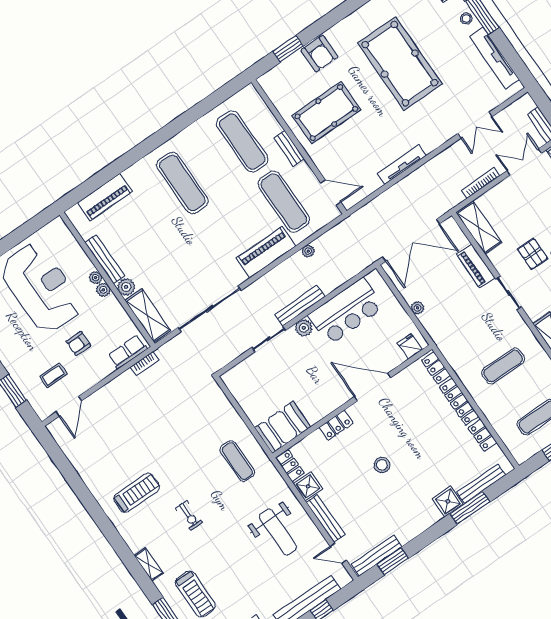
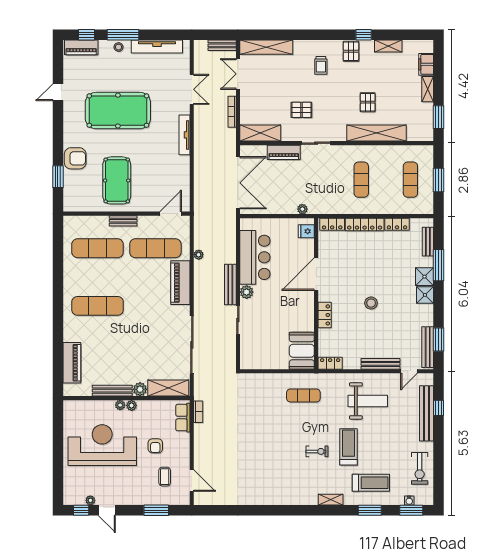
tv unit: (402, 165) -> (184, 135), moved
plant: (417, 308) -> (302, 209), moved
bench: (481, 484) -> (428, 242), width x0.73
shower: (308, 486) -> (425, 295), moved
treadmill: (137, 493) -> (348, 447), moved

